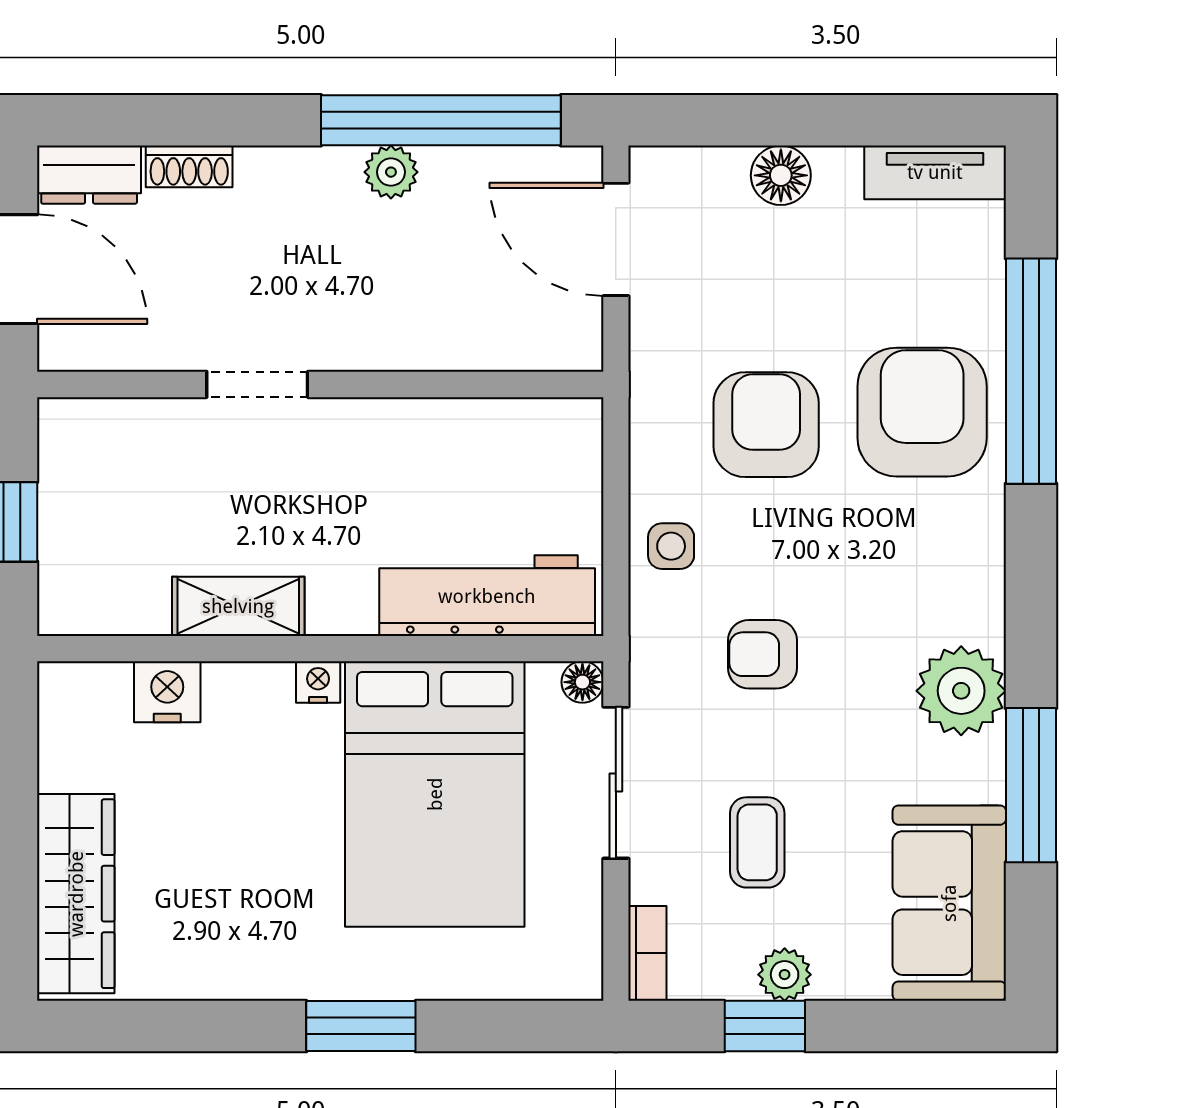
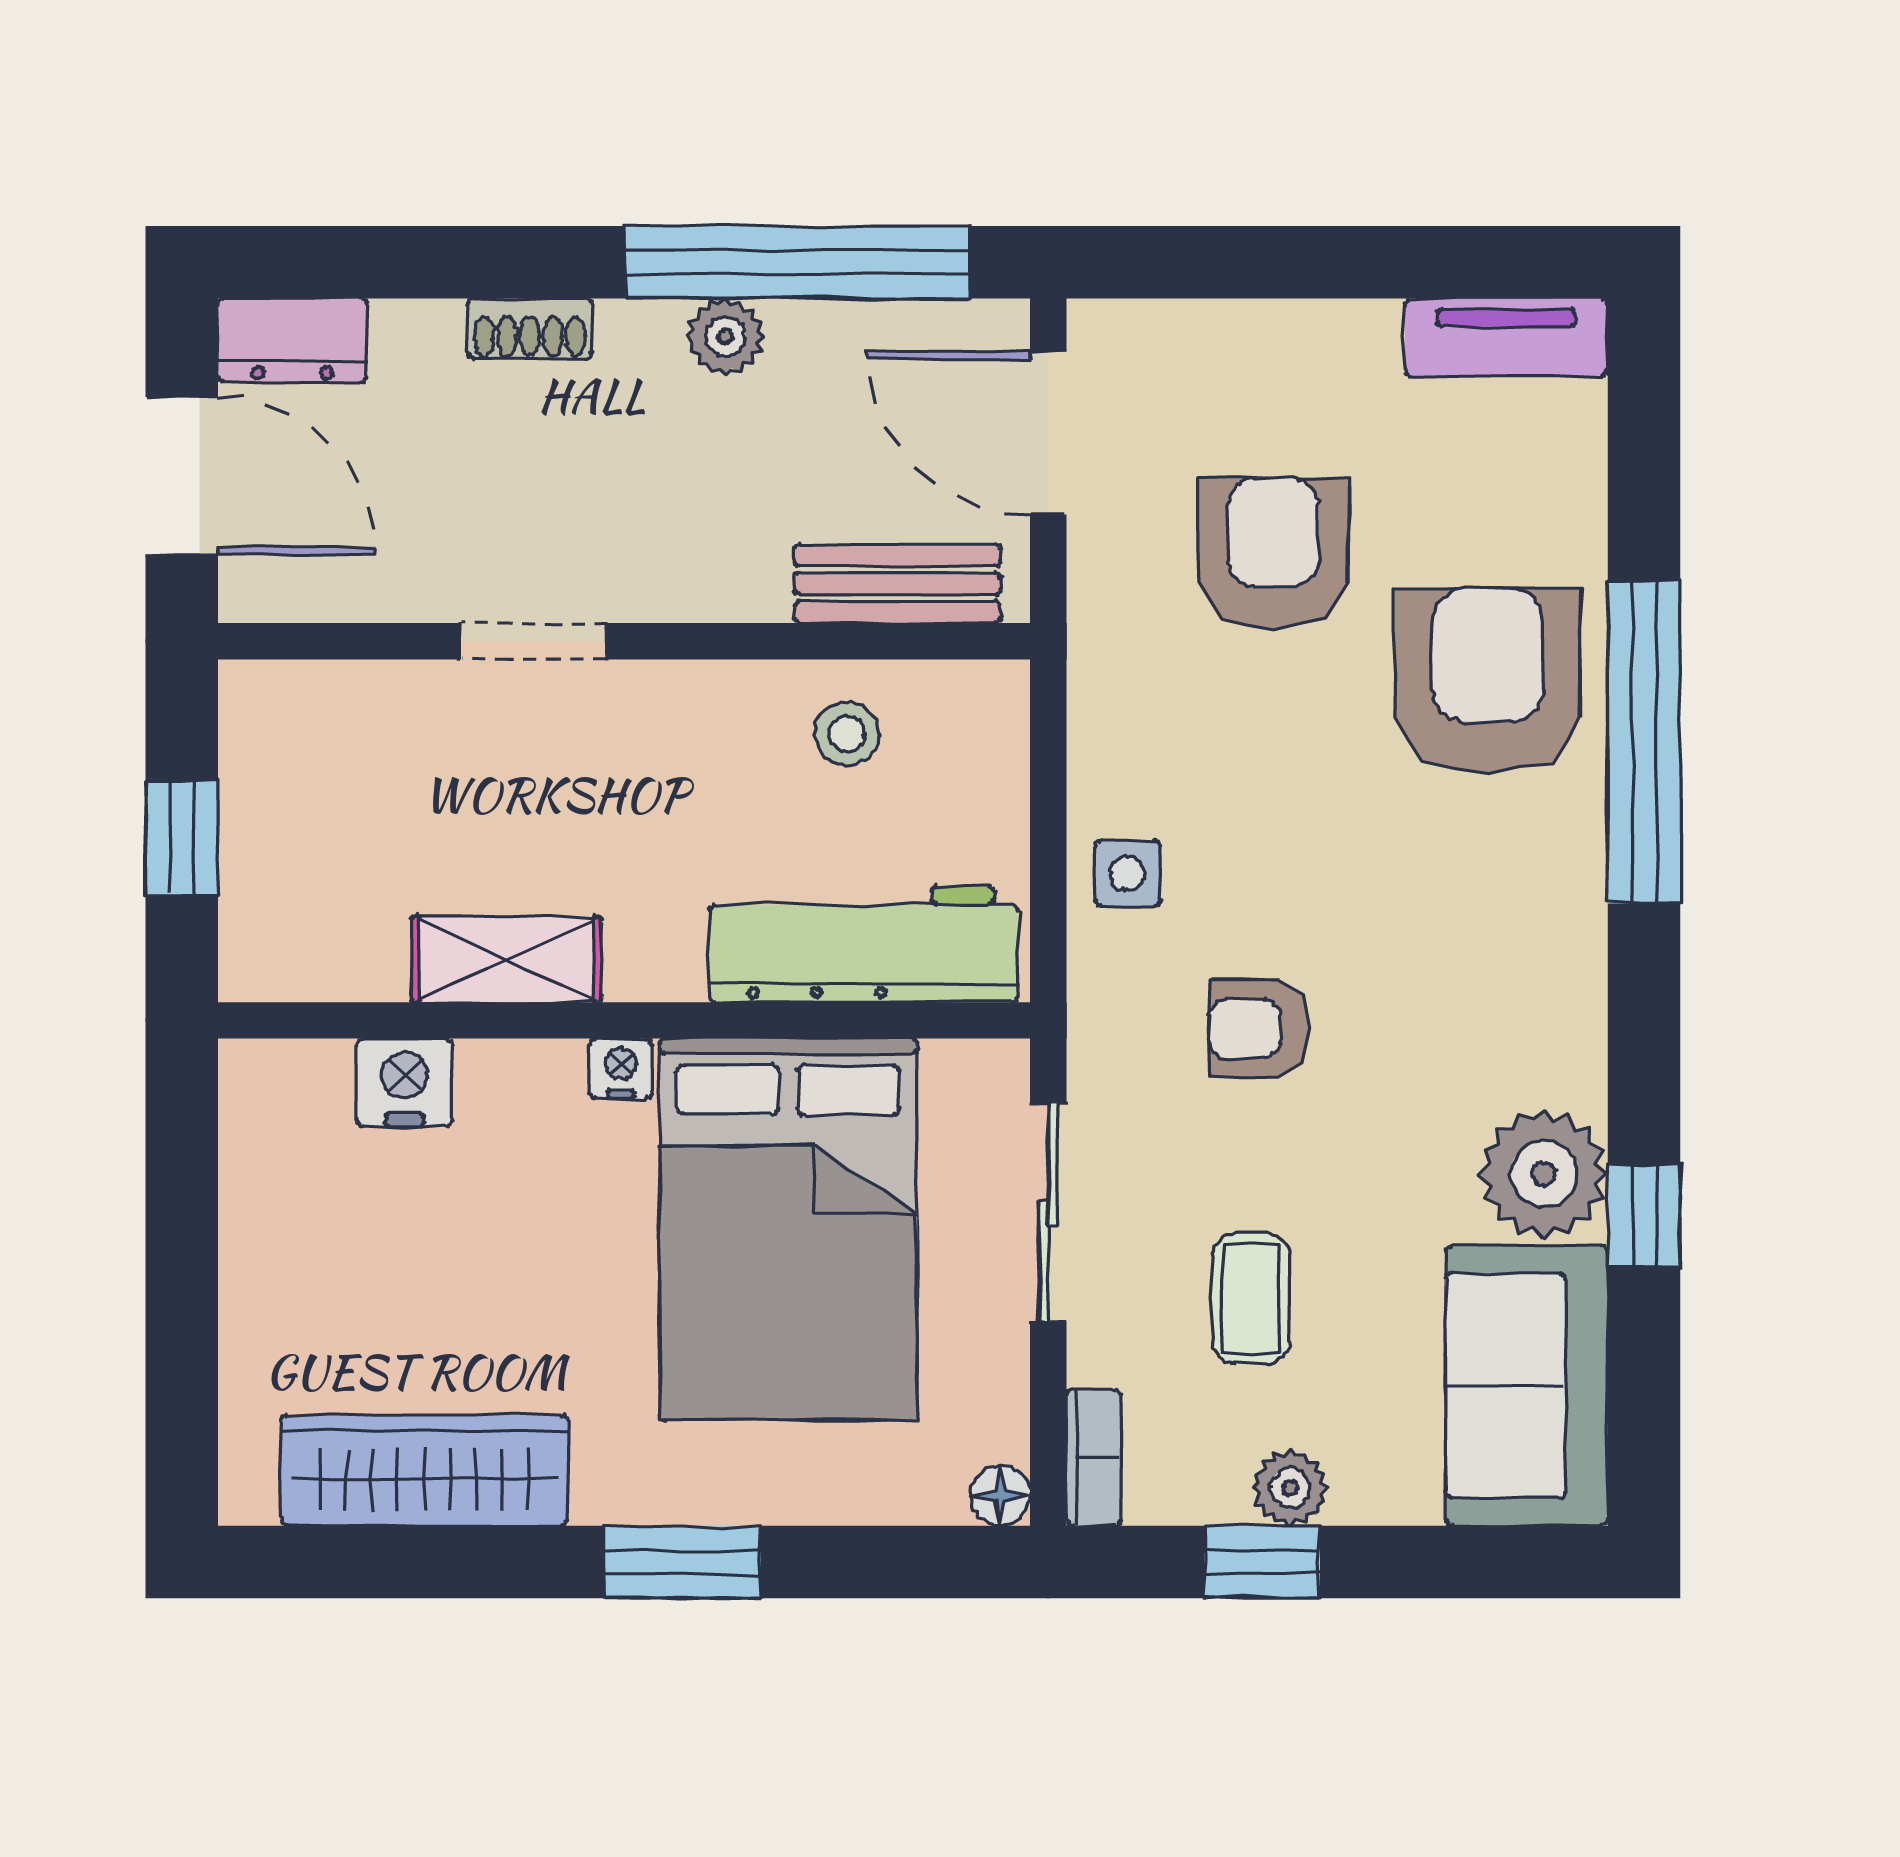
shoe rack: (189, 166) -> (530, 328), moved
floor lamp: (781, 175) -> (1285, 341), removed
bench: (511, 344) -> (898, 584), added
window: (1031, 371) -> (1644, 742), moved
armchair: (766, 425) -> (1273, 553), moved
stool: (476, 449) -> (847, 734), added
floor lamp: (582, 682) -> (1000, 1496), moved
plant: (961, 691) -> (1544, 1174), moved
window: (1031, 785) -> (1644, 1216), width x0.46
wardrobe: (76, 894) -> (424, 1470), moved, turned -90

